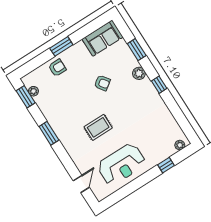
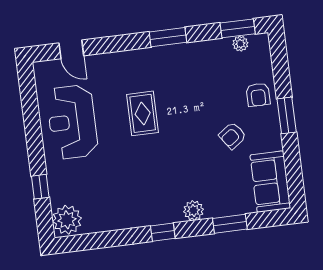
armchair: (102, 83) -> (232, 136), moved
plant: (180, 145) -> (67, 220), width x1.88, depth x1.88

